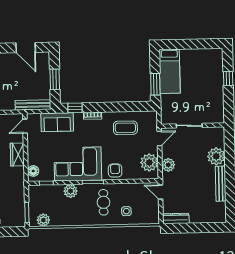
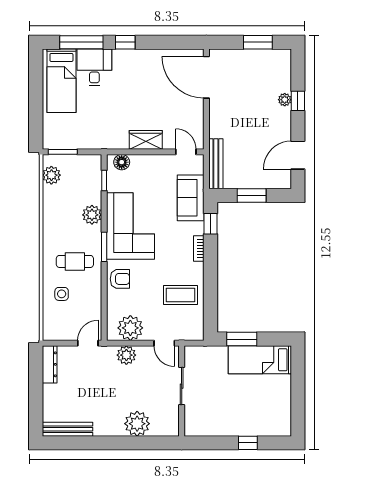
coffee table: (125, 128) -> (181, 295), turned 90
bench: (221, 184) -> (67, 429), moved

